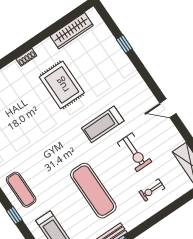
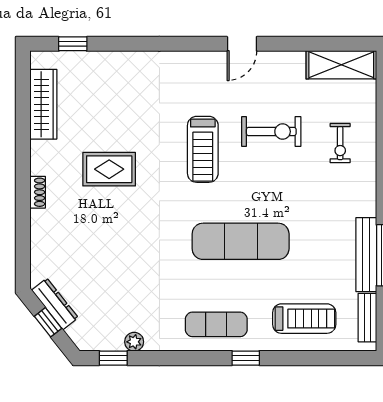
window: (124, 44) -> (73, 44), moved
rug: (62, 85) -> (109, 169), width x0.73, depth x0.70
exercise mat: (93, 191) -> (241, 241), moved

